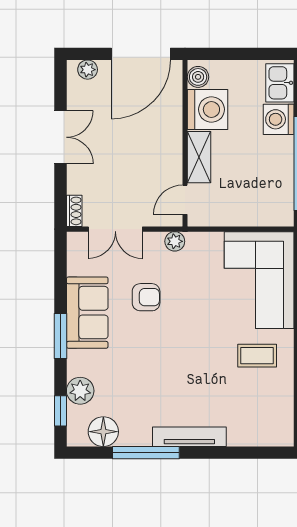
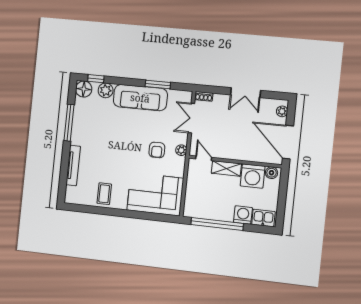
armchair: (146, 297) -> (157, 150), moved
sofa: (87, 313) -> (140, 98), width x1.36
window: (61, 336) -> (158, 84), moved
coffee table: (257, 356) -> (104, 194), moved
floor lamp: (103, 432) -> (84, 89), moved
tv unit: (189, 437) -> (73, 165), moved

